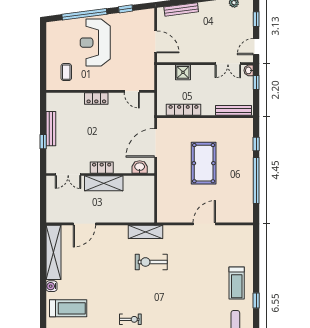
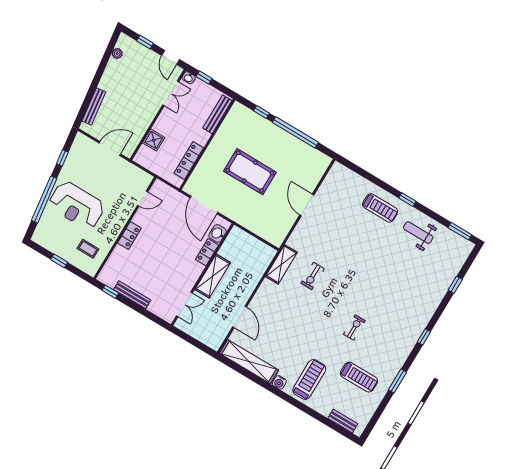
window: (43, 55) -> (59, 261), added
window: (43, 142) -> (110, 292), moved
locker: (102, 168) -> (207, 252), moved
exercise bike: (151, 262) -> (313, 276), width x0.73, depth x0.72

